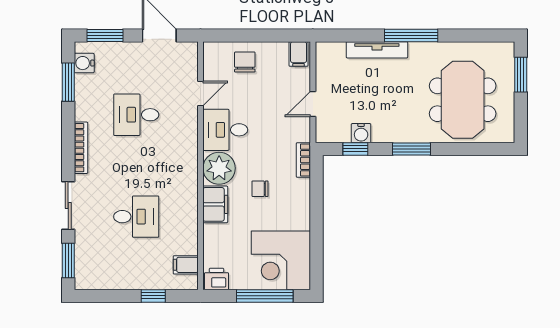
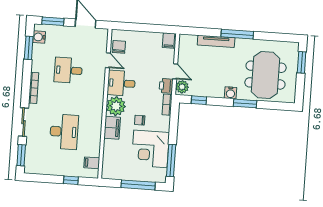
chair: (245, 62) -> (119, 47), moved
door: (201, 93) -> (108, 60), hinge flipped
door: (313, 104) -> (175, 71), swing flipped
plant: (326, 129) -> (182, 87), added
water cooler: (361, 133) -> (230, 93), moved
window: (412, 149) -> (245, 103), moved
desk: (136, 217) -> (64, 132), width x1.37
window: (317, 252) -> (171, 160), added
corner desk: (281, 260) -> (150, 149), moved
printer: (217, 279) -> (166, 86), moved, turned -90

